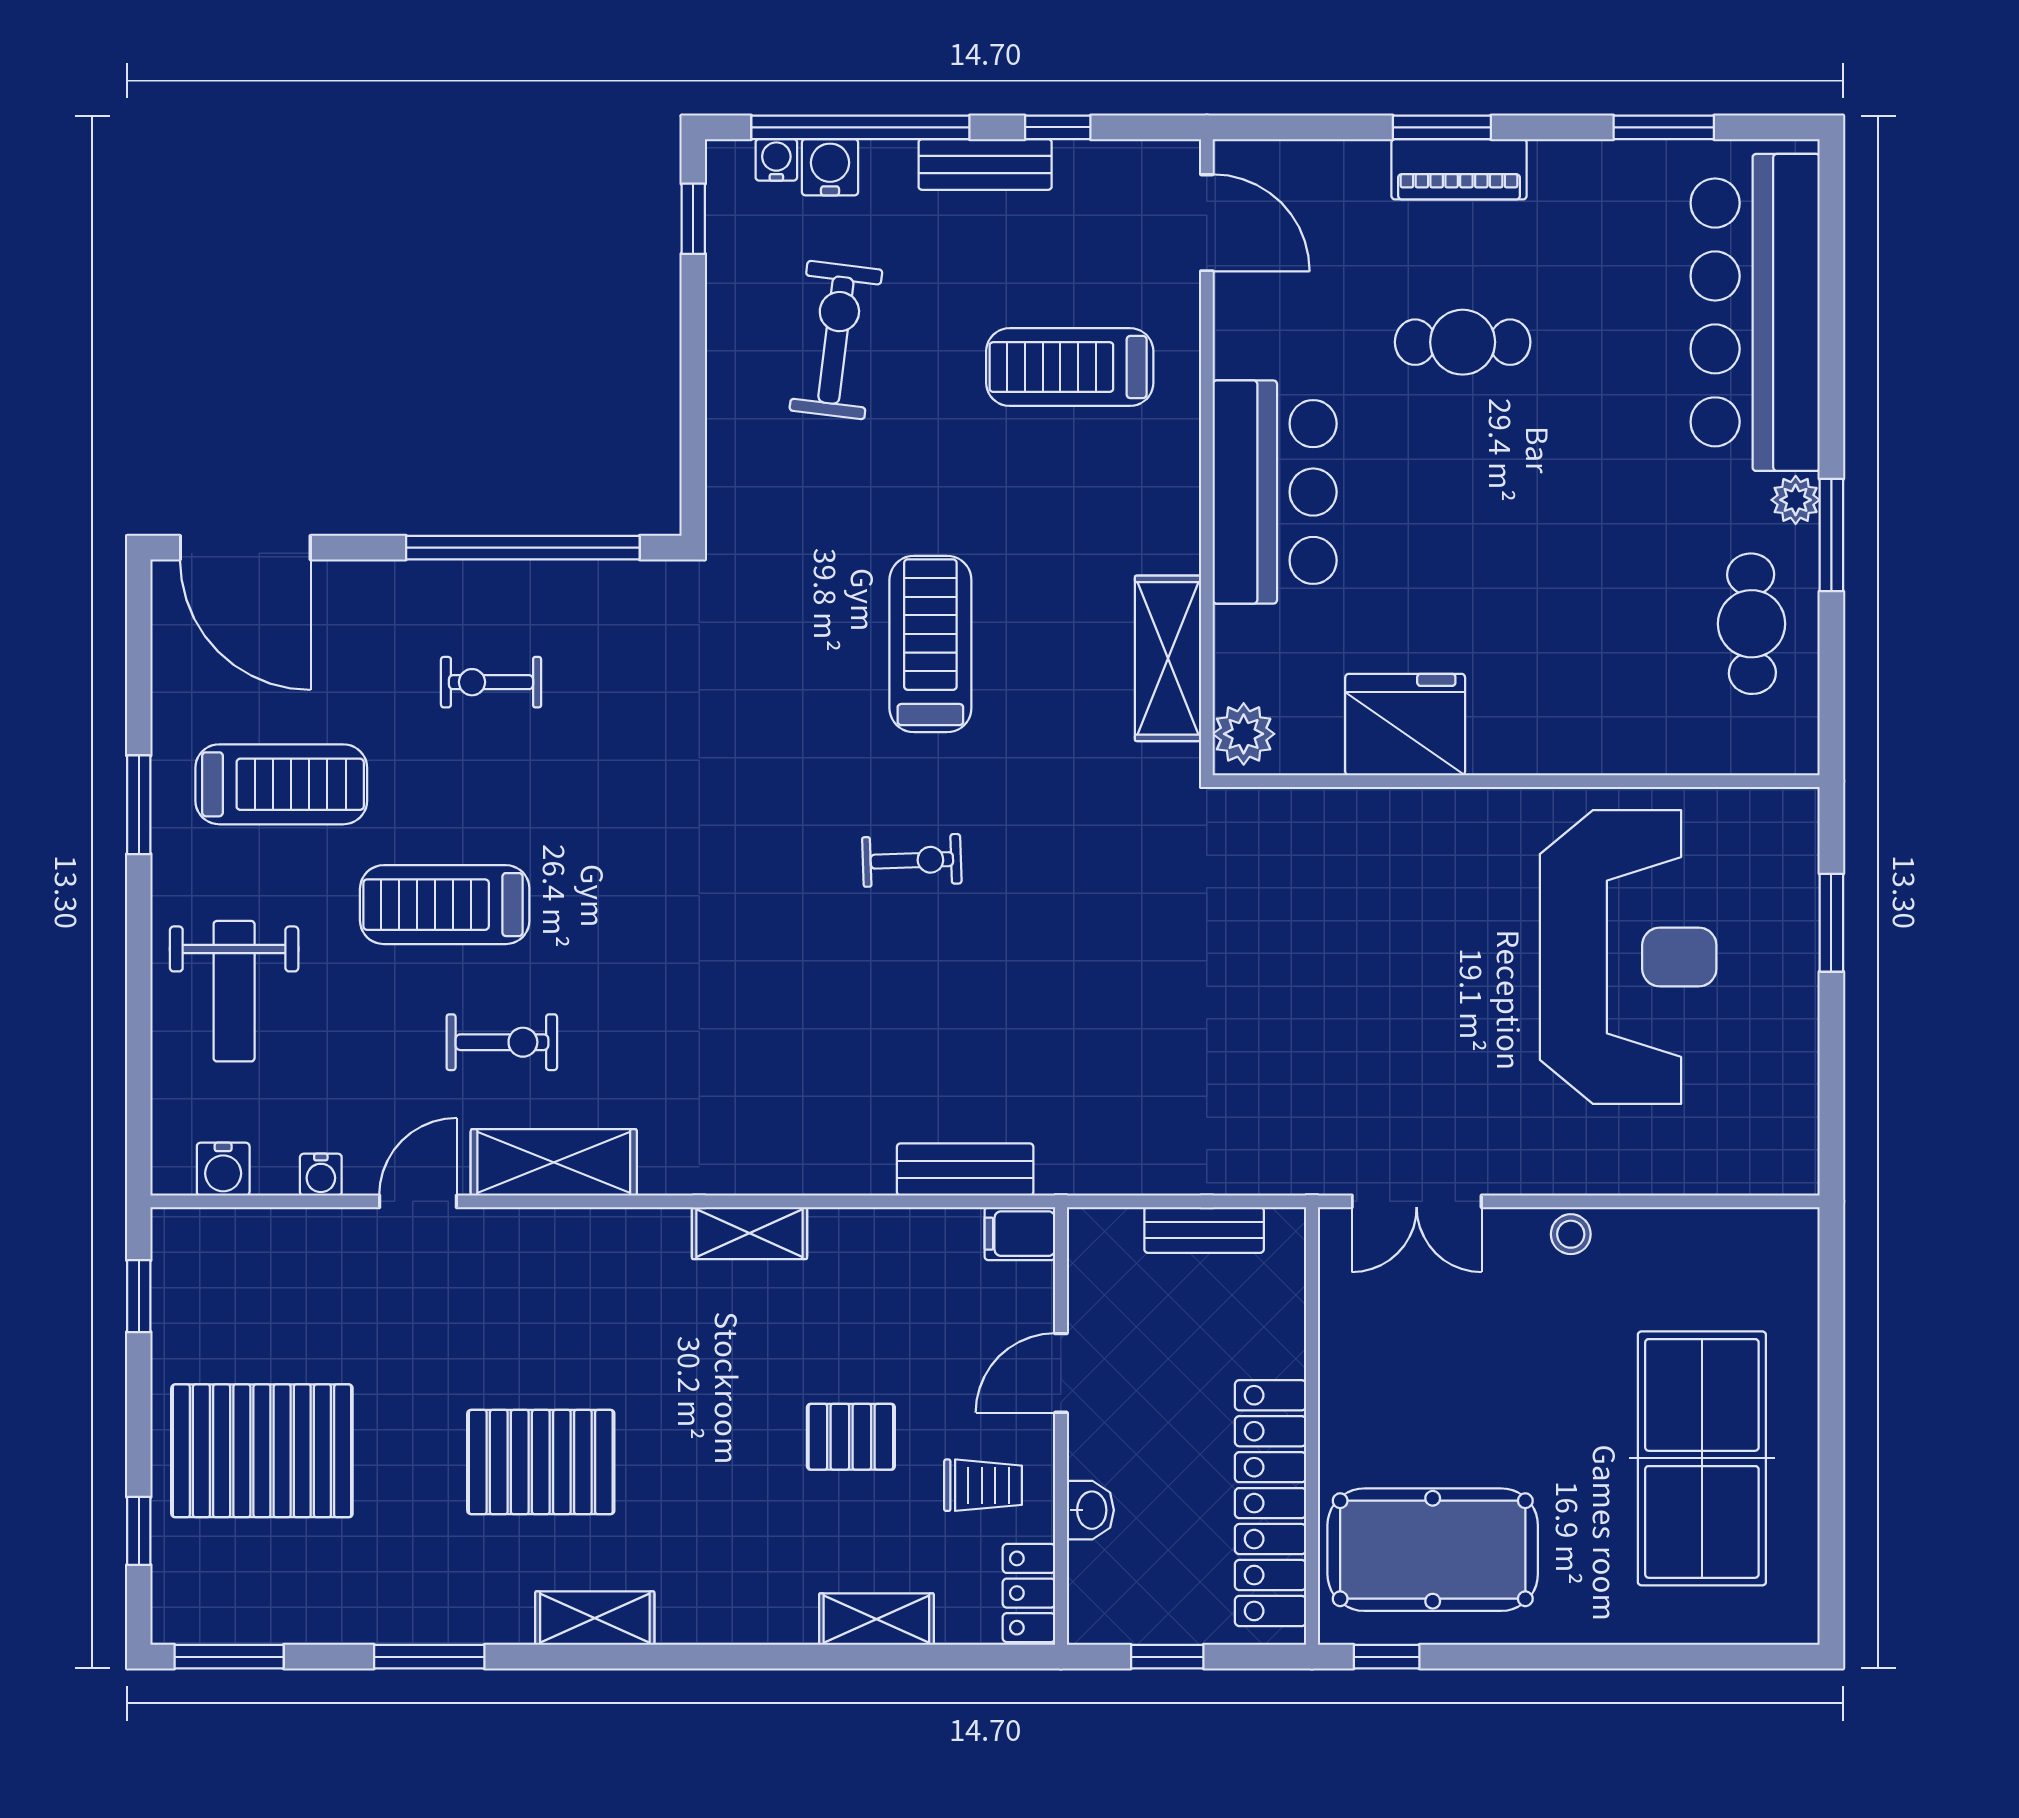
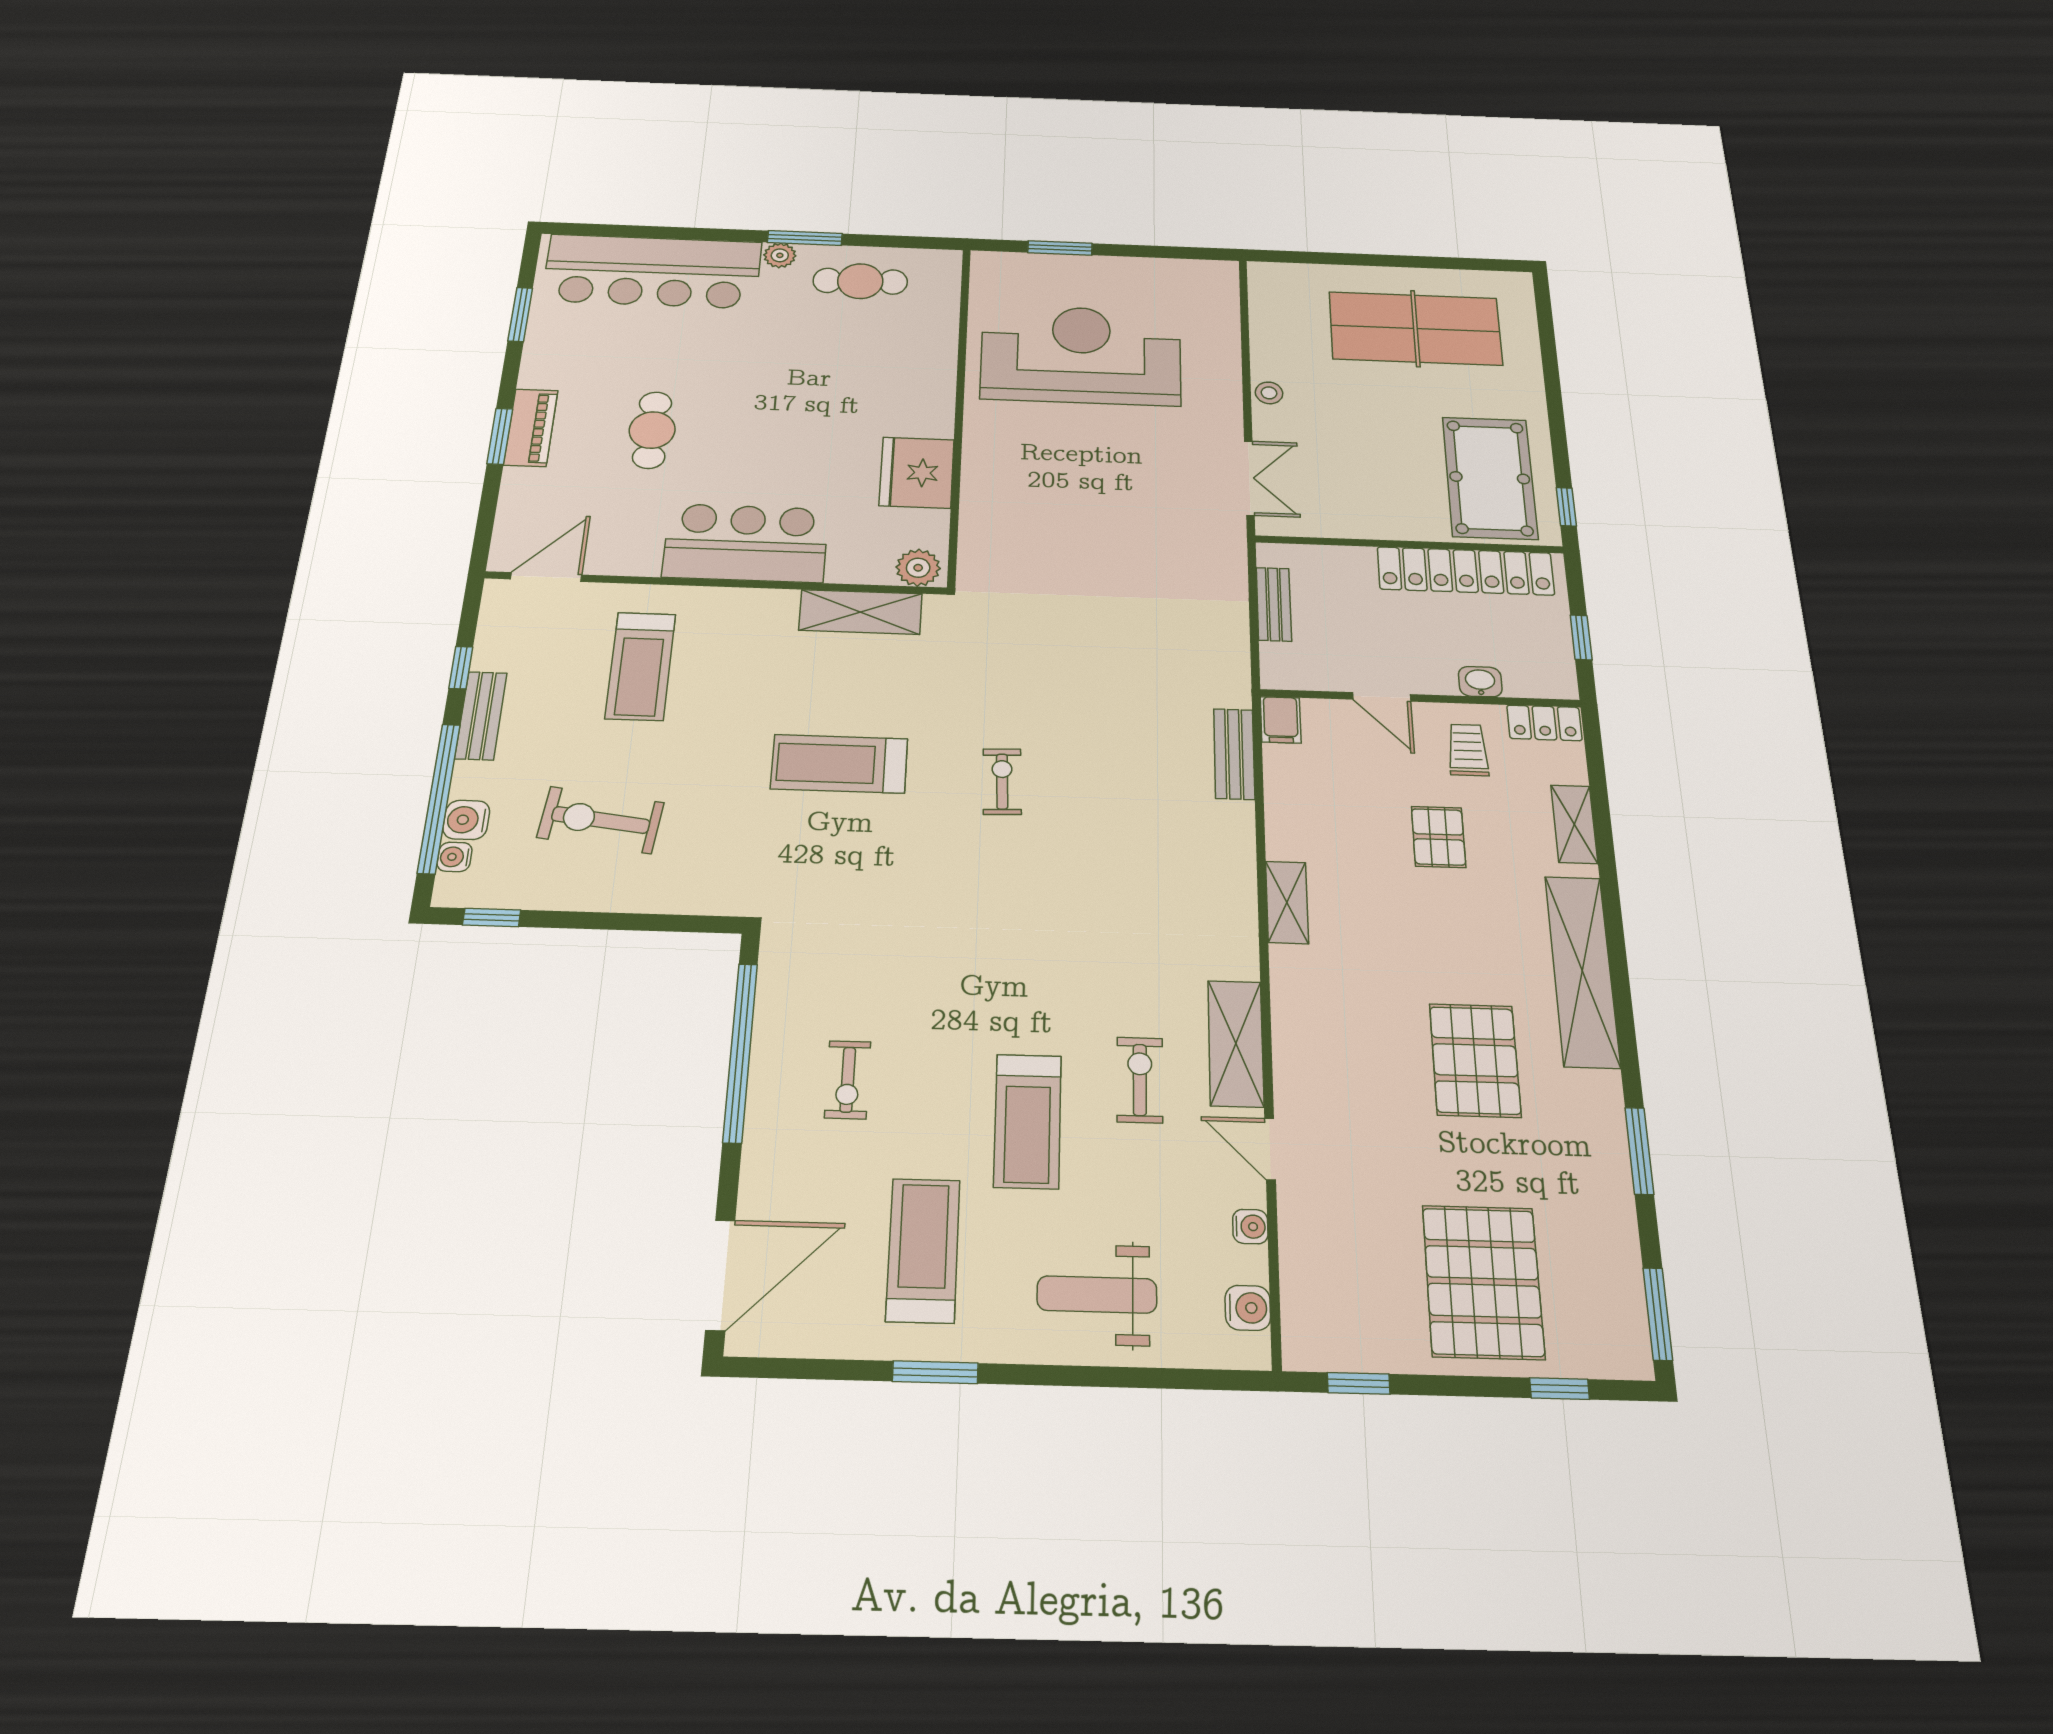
weight bench: (234, 991) -> (1097, 1295), turned 180
shelving: (595, 1618) -> (1582, 971), width x2.20, depth x1.33

